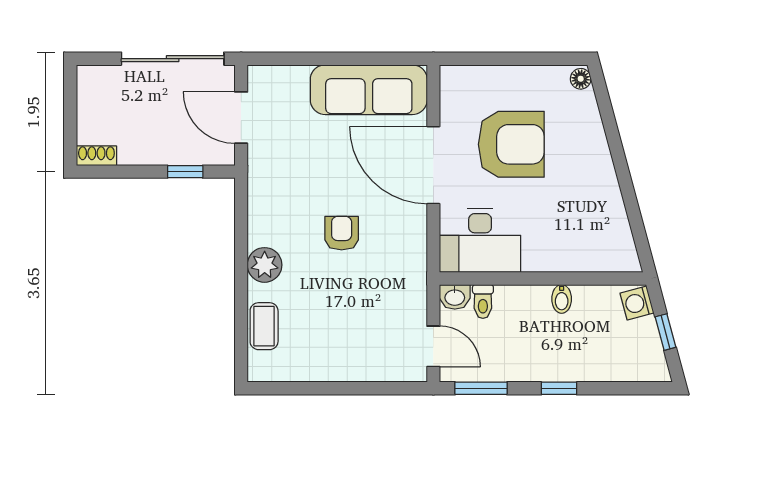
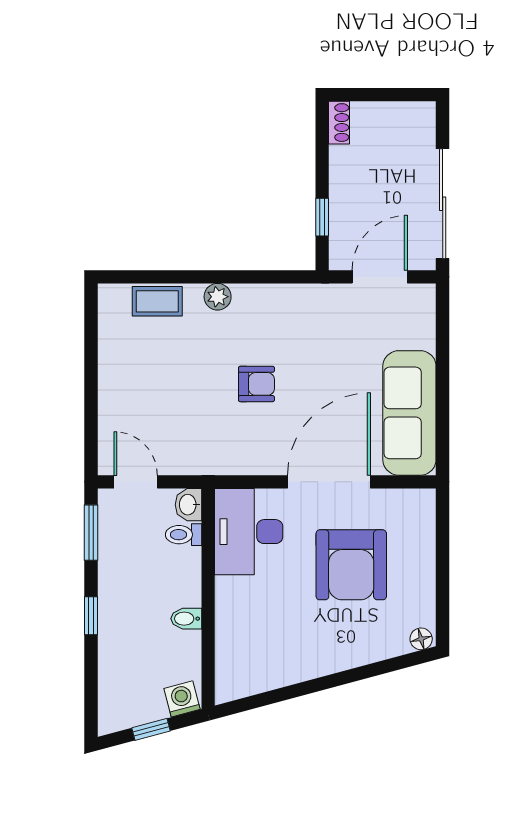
plant: (265, 265) -> (218, 297), width x0.73, depth x0.73
door: (433, 346) -> (136, 482), swing flipped

